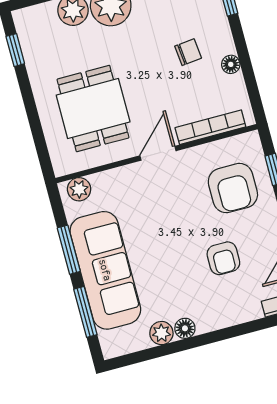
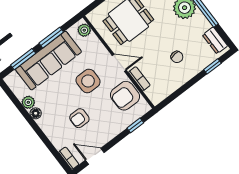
floor lamp: (231, 64) -> (180, 81), removed
bookcase: (210, 127) -> (139, 79), width x0.64
armchair: (233, 188) -> (125, 96), moved
side table: (167, 218) -> (88, 81), added

